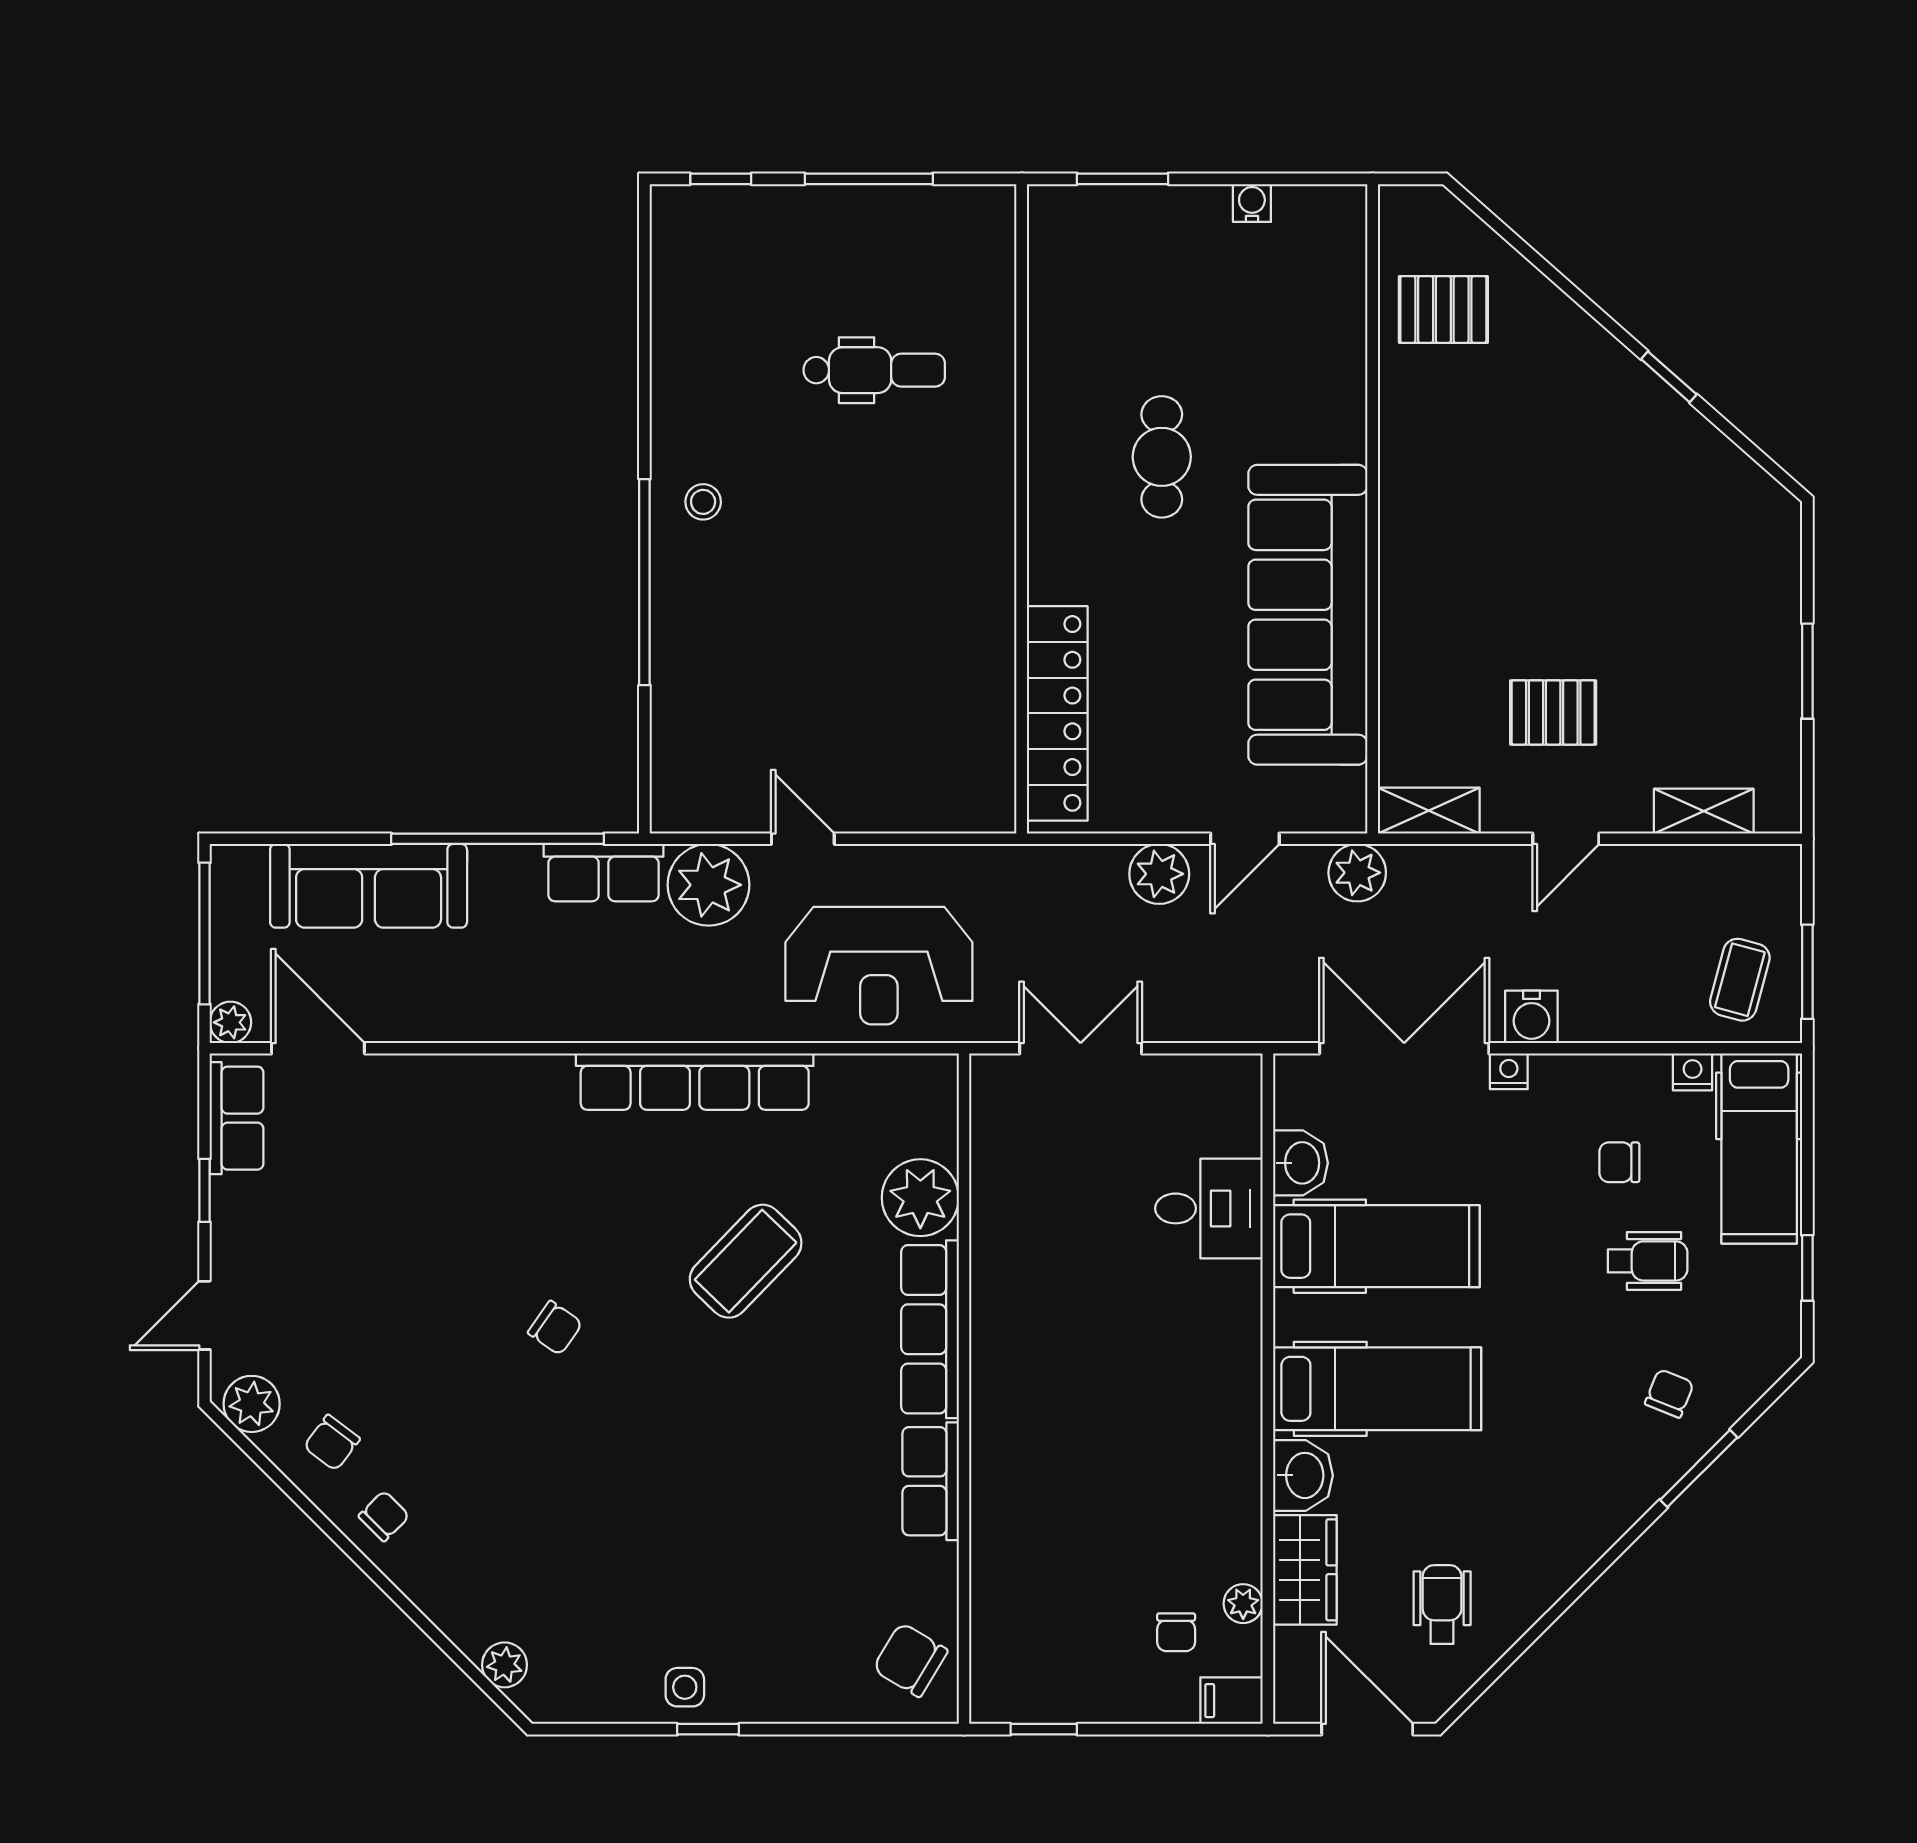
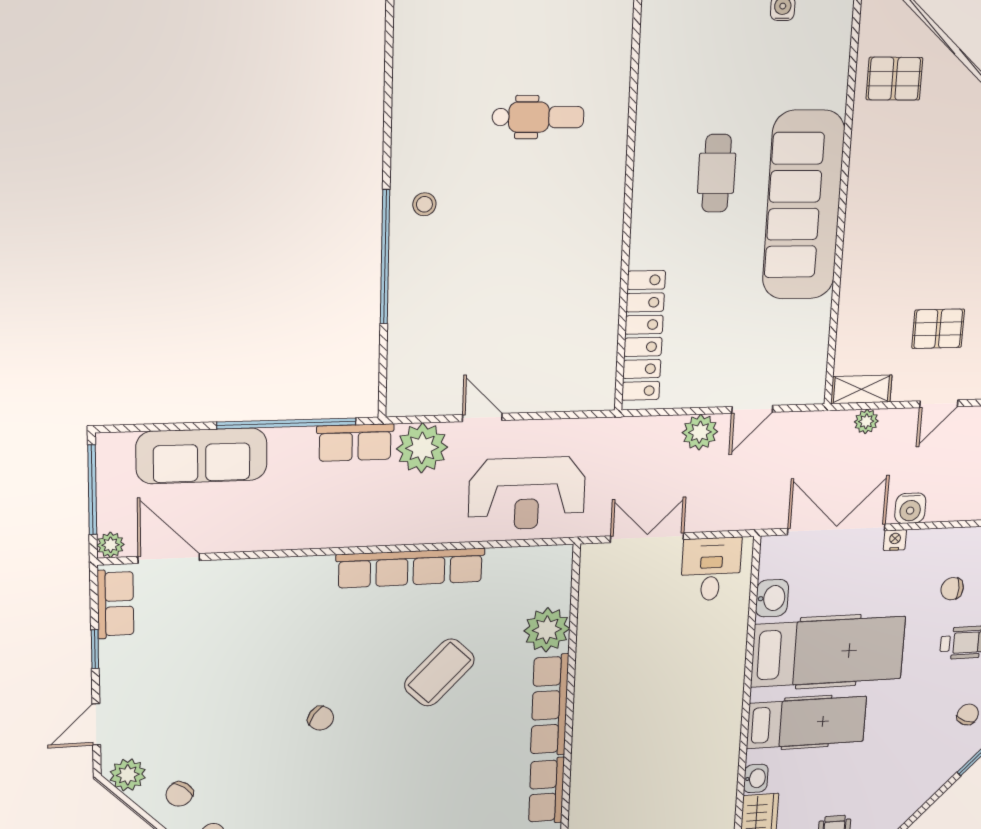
sofa: (1308, 615) -> (804, 205), moved
plant: (1357, 873) -> (866, 421), moved, width x0.73, depth x0.73
desk: (1209, 1208) -> (711, 569), moved, turned -90
hospital bed: (1376, 1246) -> (828, 652), width x1.37, depth x1.29
washbasin: (1303, 1475) -> (756, 778), width x0.72, depth x0.69

